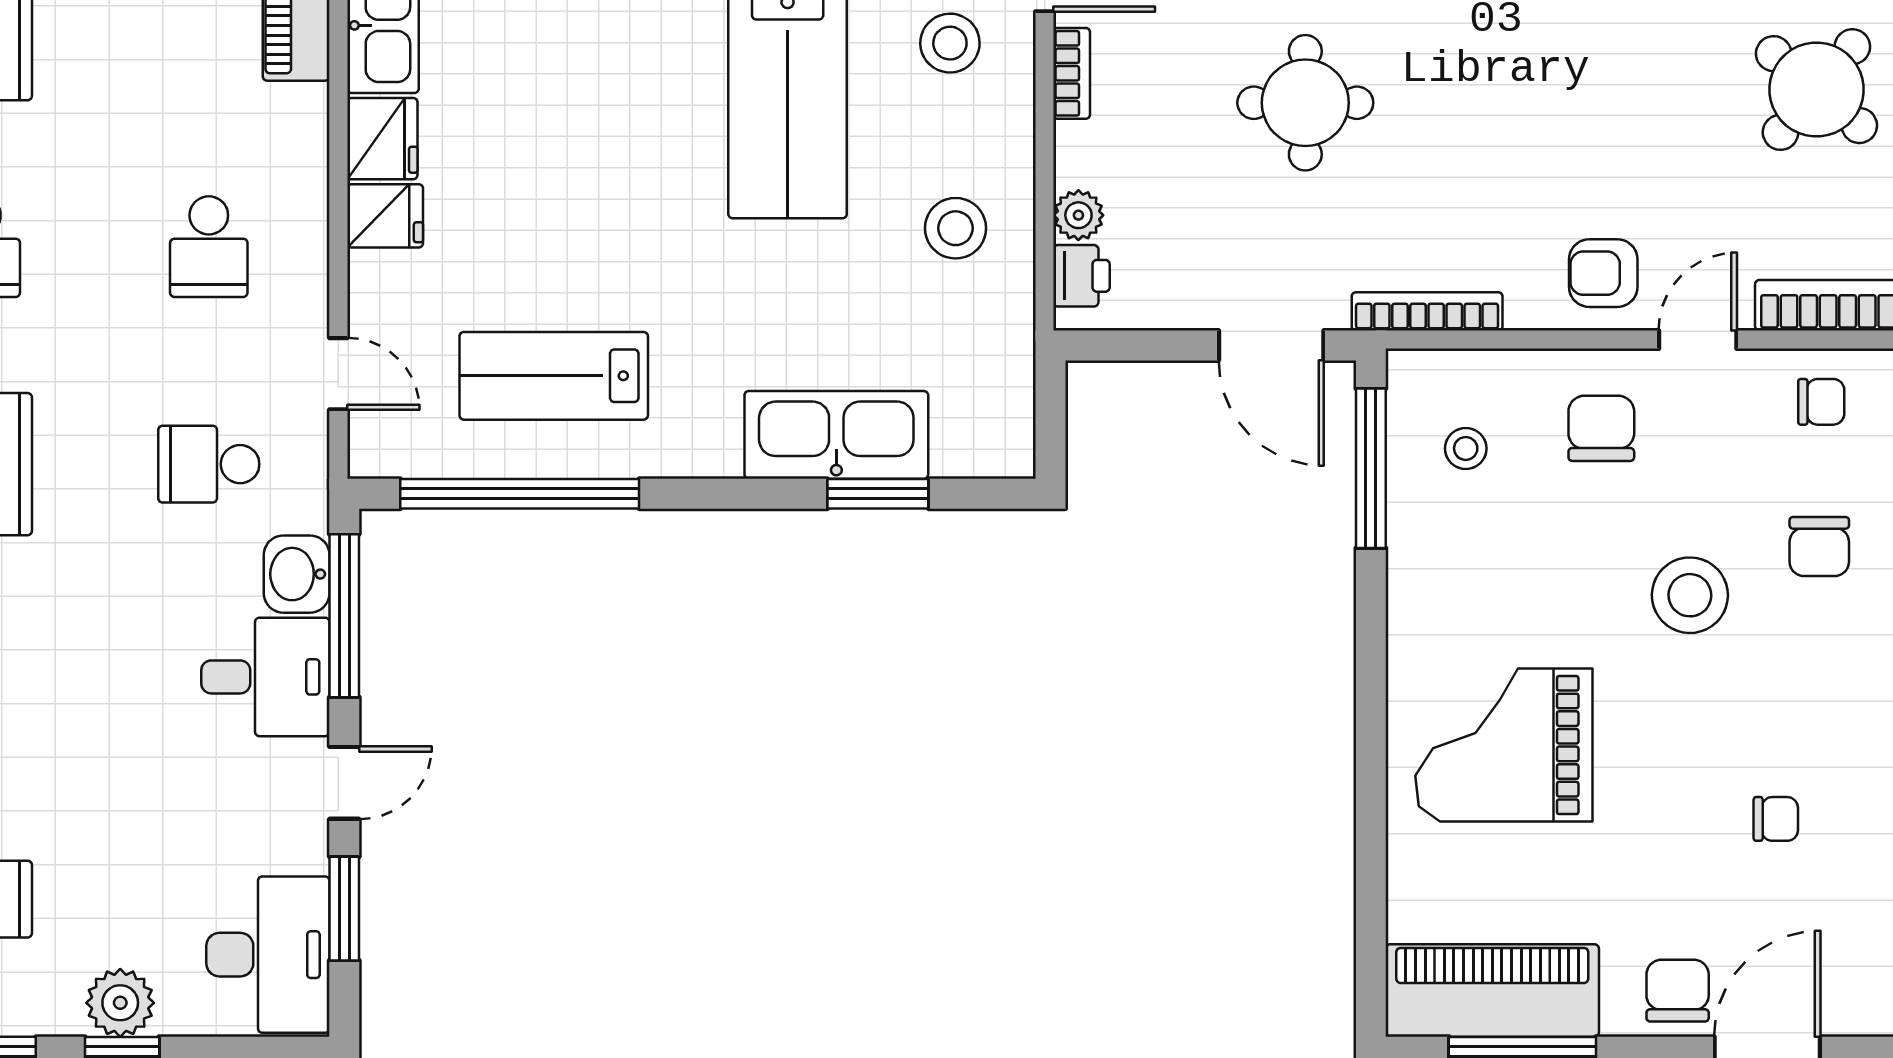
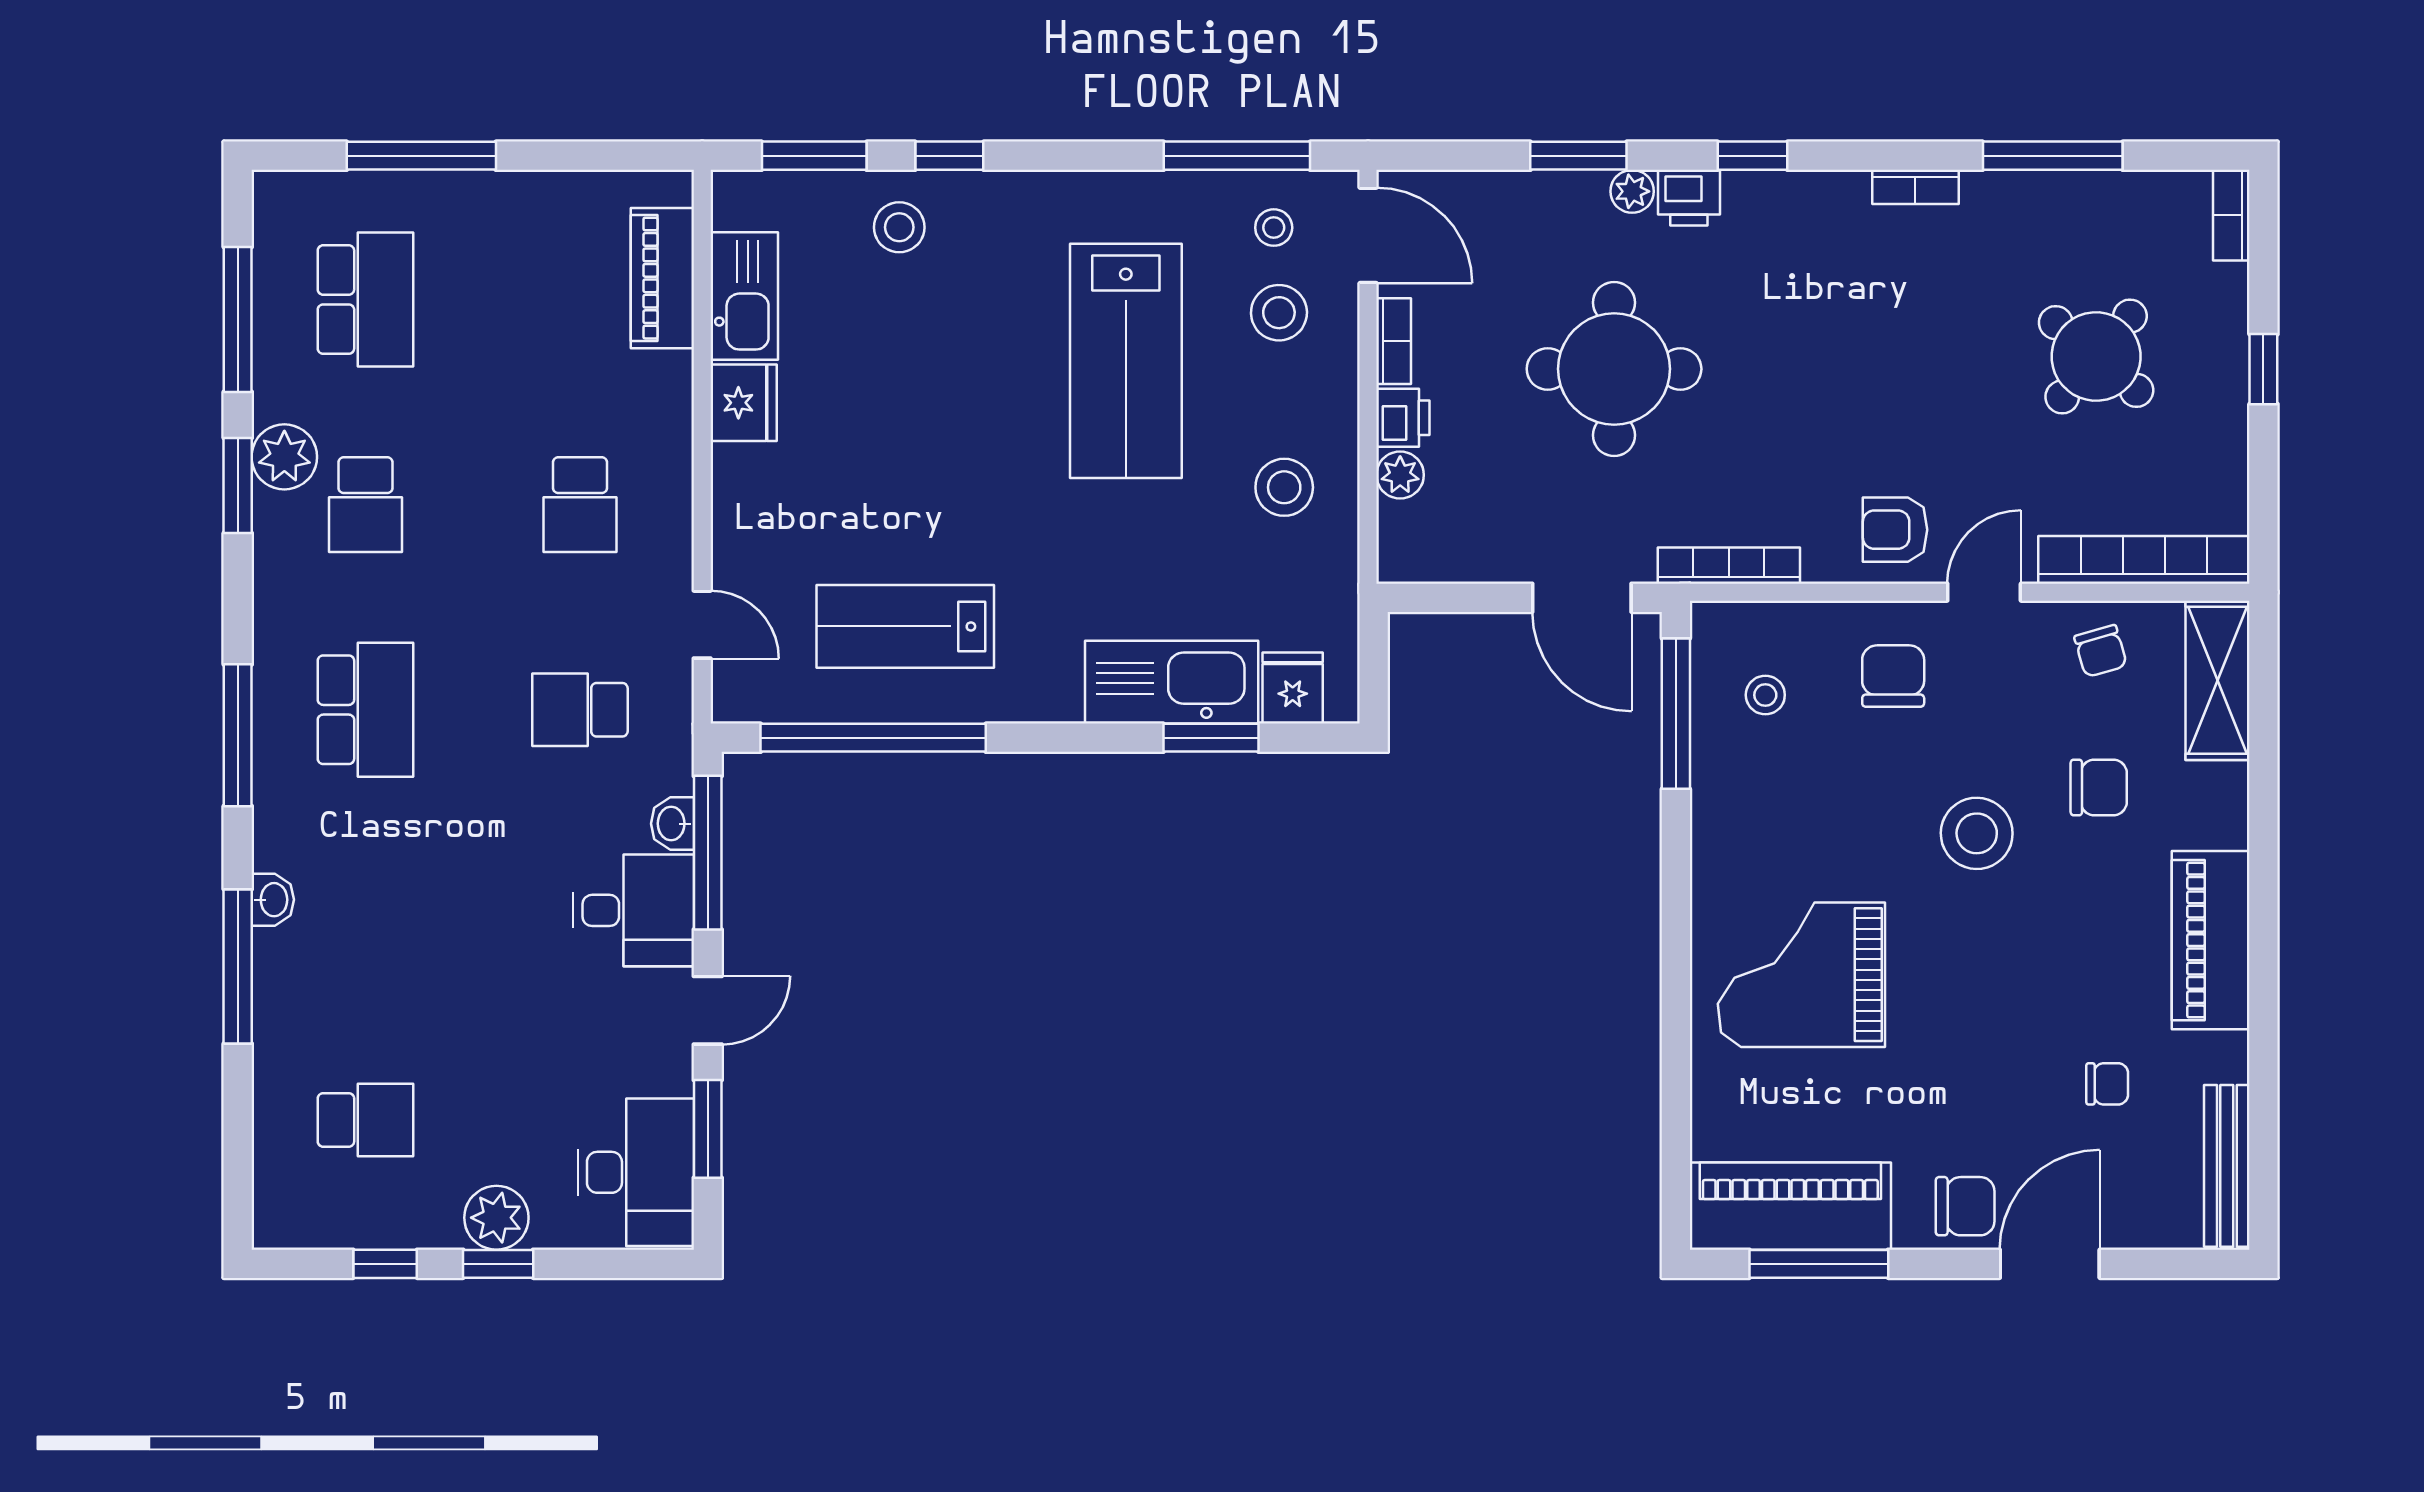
round table: (1305, 103) -> (1614, 369), width x1.36, depth x1.36
fridge: (385, 216) -> (1293, 688), moved, turned -90
printer: (1081, 276) -> (1403, 418), moved
chair: (1821, 402) -> (2101, 651), turned 74
chair: (1819, 547) -> (2099, 787), turned -90
washbasin: (297, 574) -> (672, 824), width x0.72, depth x0.69
chair: (1776, 819) -> (2107, 1084), moved
chair: (1678, 991) -> (1965, 1206), turned 90

